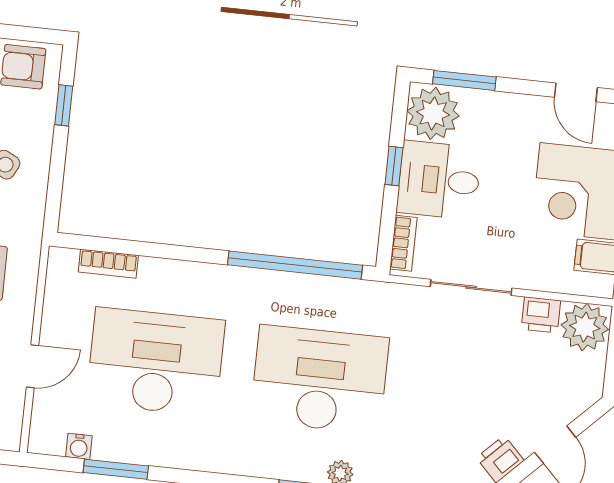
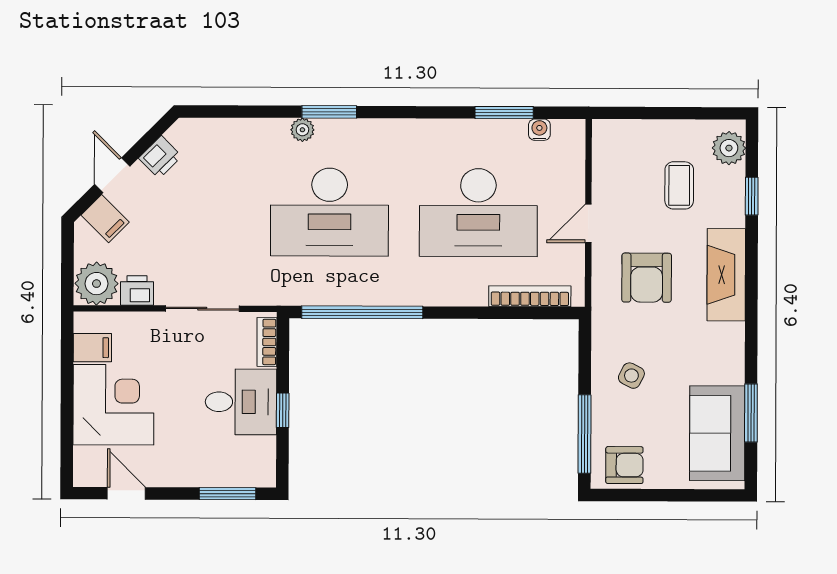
window: (64, 105) -> (585, 434), width x2.17
plant: (433, 113) -> (252, 461), removed
bookcase: (108, 264) -> (530, 296), width x1.56
door: (32, 366) -> (588, 223), moved
filing cabinet: (568, 398) -> (105, 219), added

